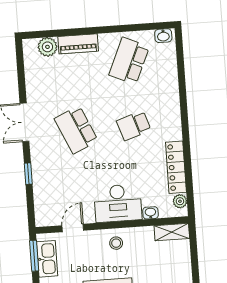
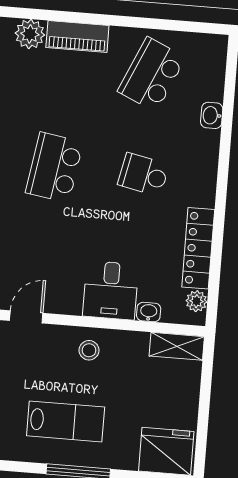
washbasin: (163, 36) -> (212, 115), moved, turned 90
school desk: (134, 126) -> (143, 175), turned 30
school desk: (76, 130) -> (54, 167), turned 33
desk: (118, 203) -> (111, 290), width x0.73

